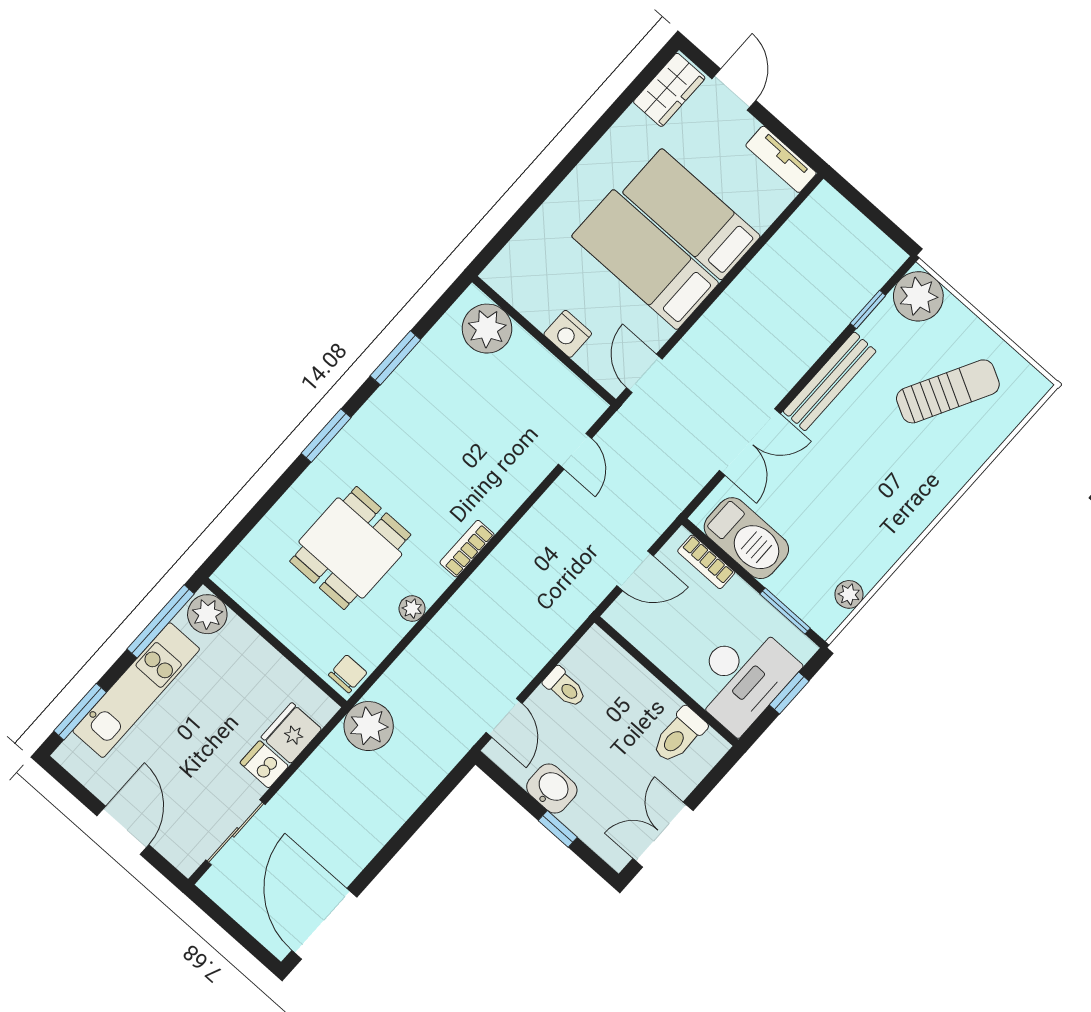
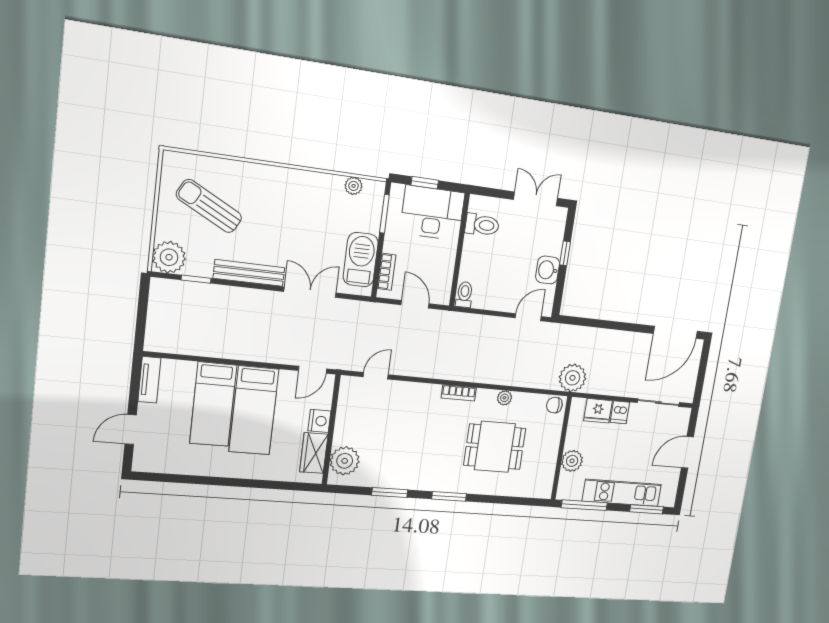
wardrobe: (669, 90) -> (314, 453), moved, turned -90
plant: (207, 614) -> (572, 461), moved
toilet: (565, 687) -> (464, 295), moved
double door: (663, 835) -> (536, 199), swing flipped

